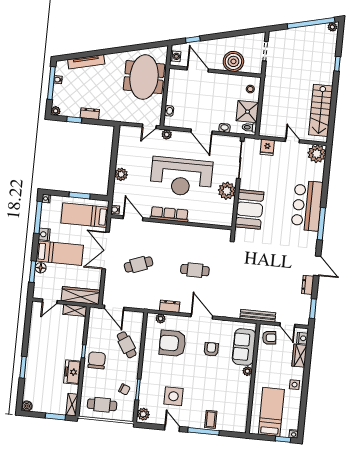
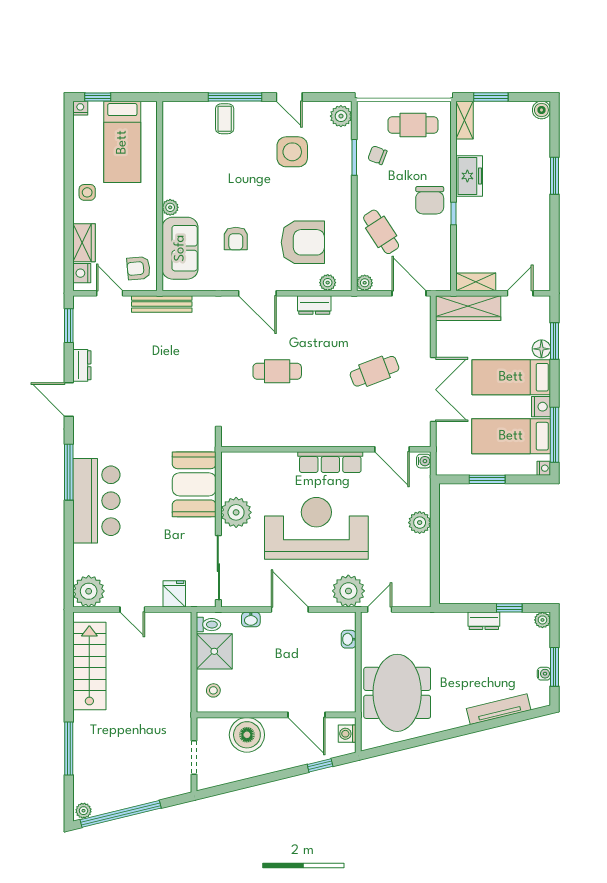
window: (337, 64) -> (69, 748), width x2.17
window: (51, 83) -> (555, 667), width x0.69
plant: (167, 134) -> (348, 591), width x1.87, depth x1.87
bed: (85, 215) -> (511, 436), moved, turned 180
plant: (139, 316) -> (365, 283), added

